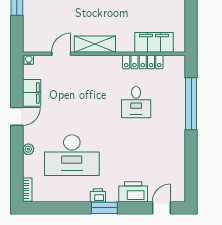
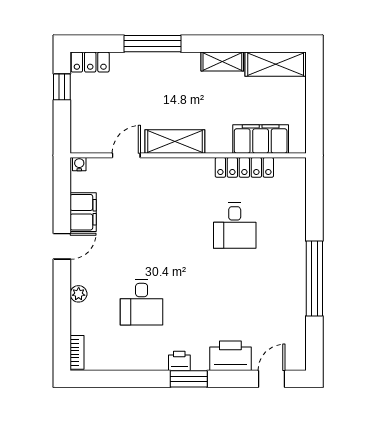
window: (191, 104) -> (314, 278), moved
desk: (72, 155) -> (142, 302), width x0.53, depth x0.77

